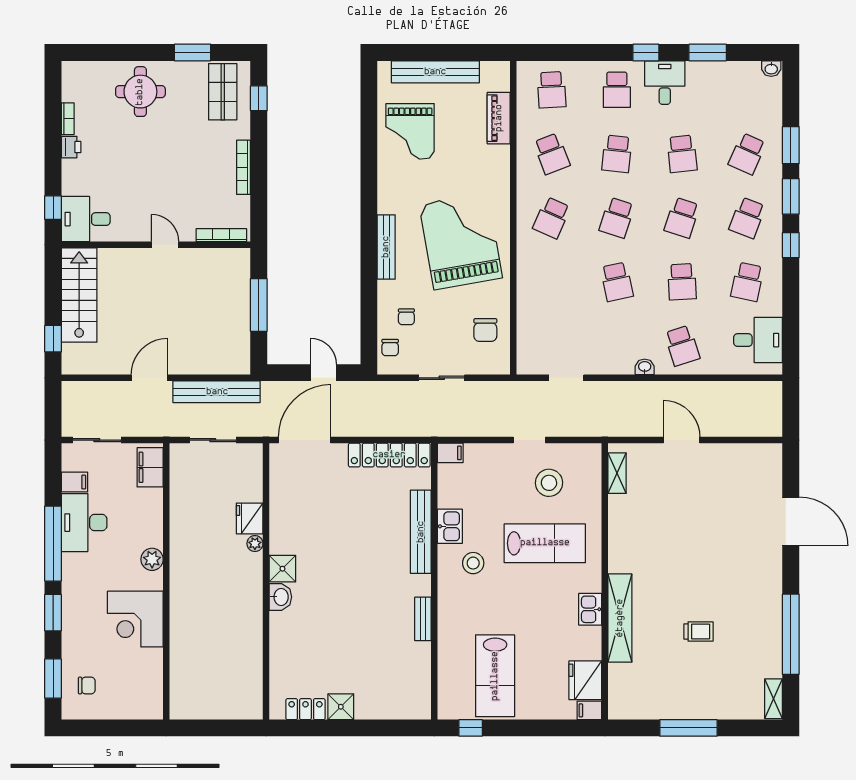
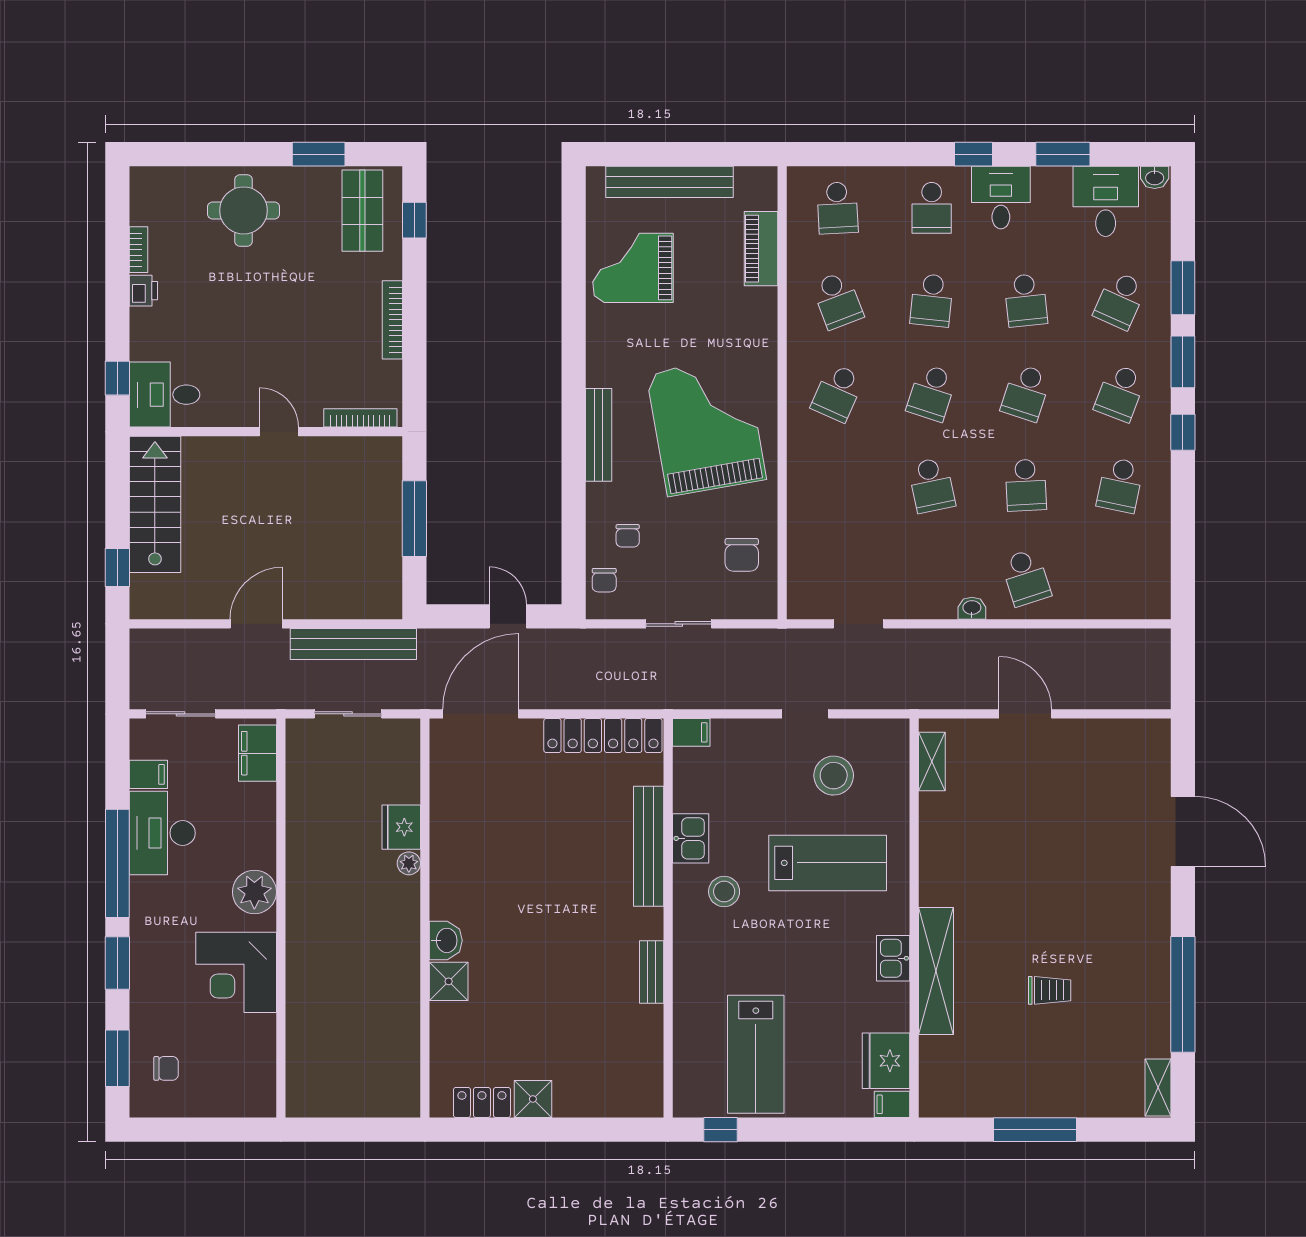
grand piano: (410, 131) -> (633, 268), turned 90
desk: (758, 340) -> (1106, 201), moved, turned -90
plant: (152, 559) -> (254, 892), width x1.36, depth x1.36
shower: (282, 569) -> (449, 981), moved

